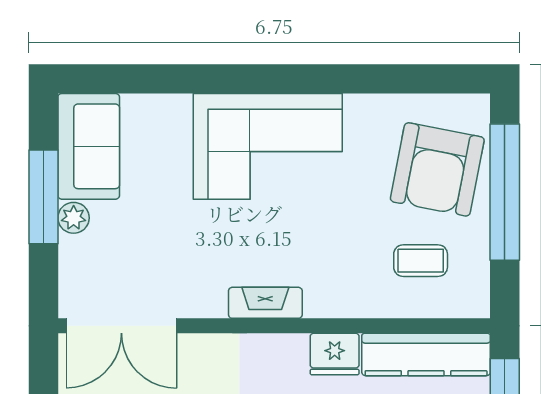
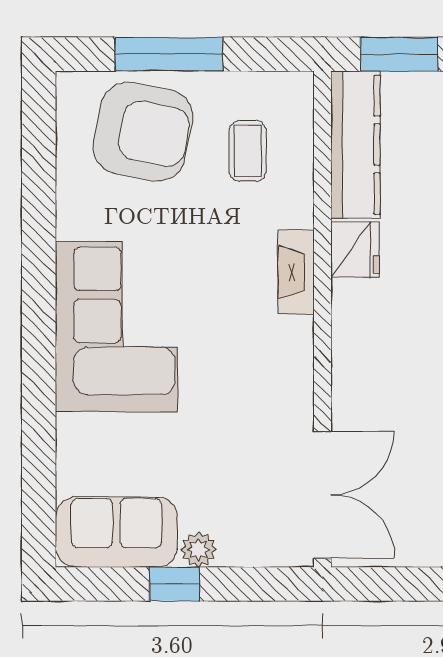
window: (505, 192) -> (169, 54), width x0.68
window: (44, 197) -> (174, 584), width x0.46
fireplace: (265, 303) -> (296, 272), moved

